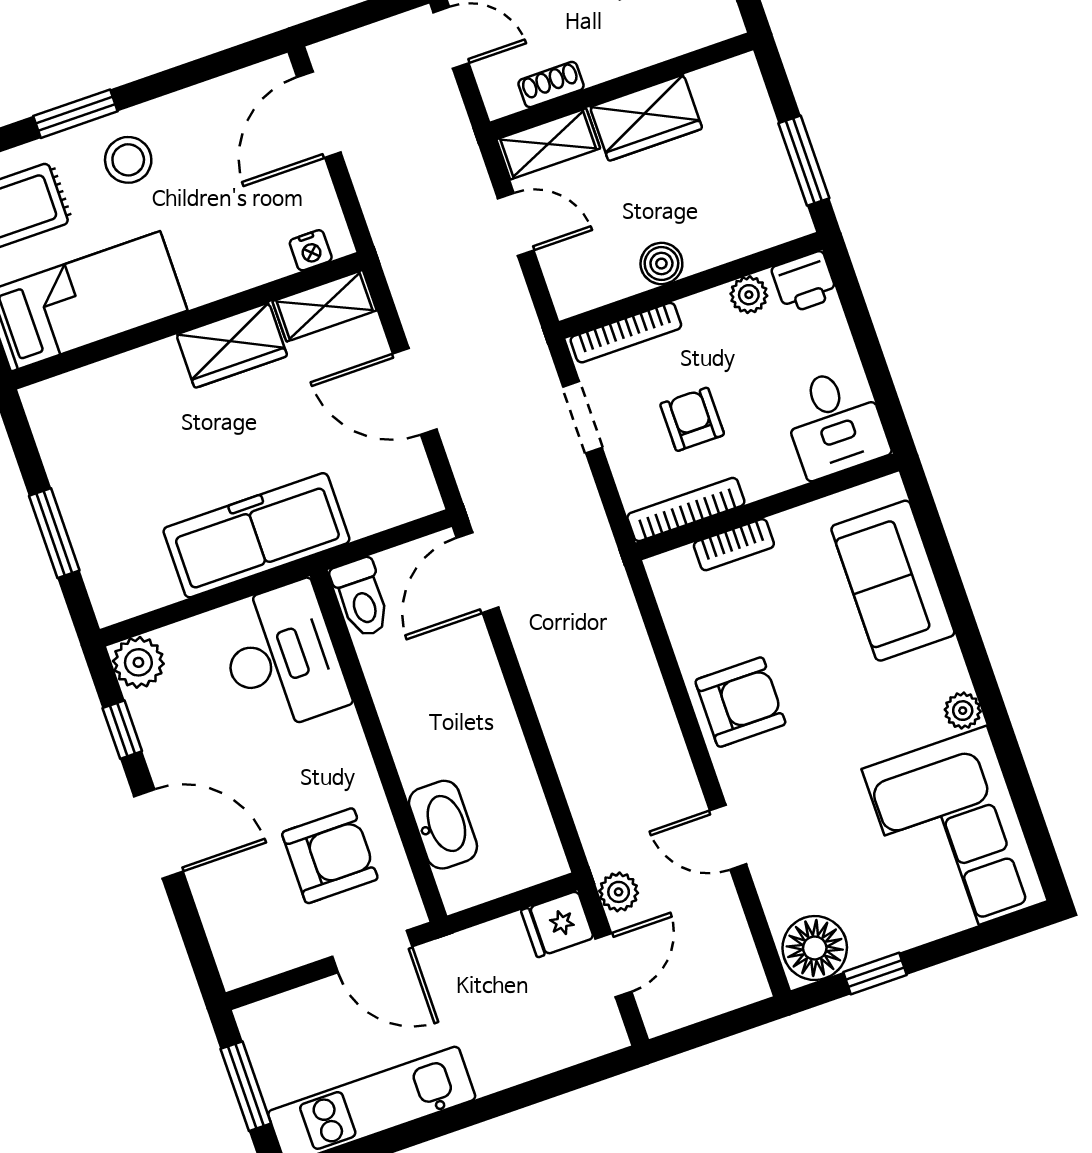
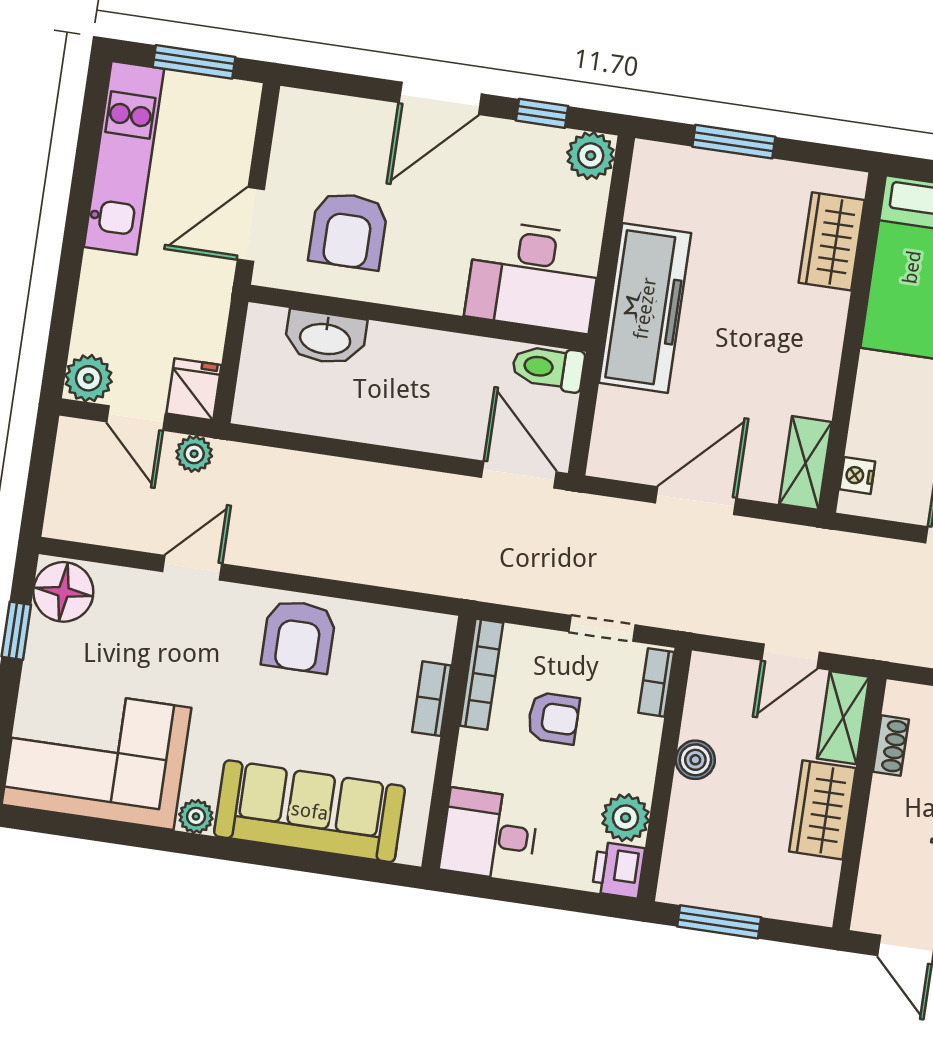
plant: (749, 295) -> (626, 818), width x1.38, depth x1.38
bookcase: (626, 333) -> (656, 682), width x0.64
wardrobe: (232, 345) -> (832, 241), moved
sofa: (893, 581) -> (310, 811), width x1.36
plant: (599, 1030) -> (89, 378), added

